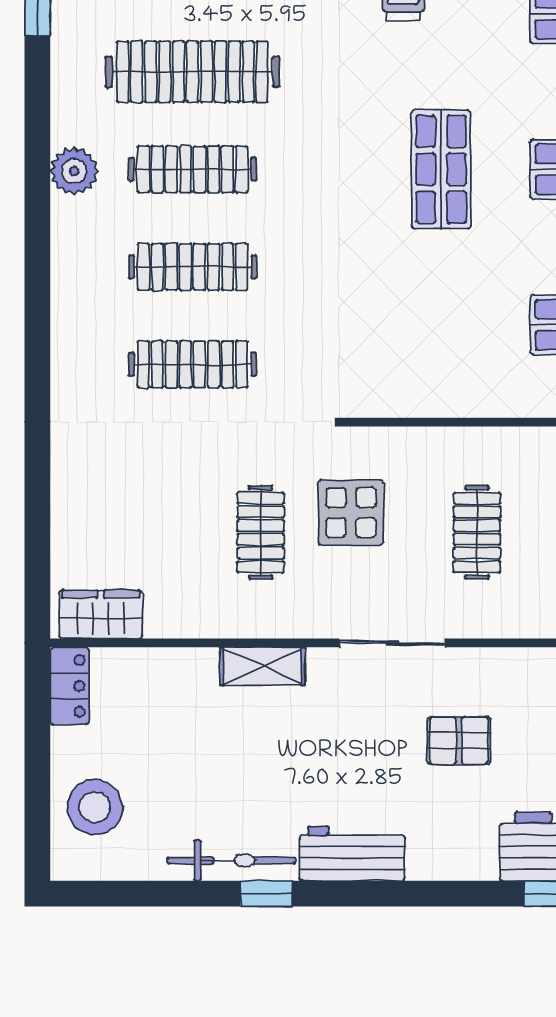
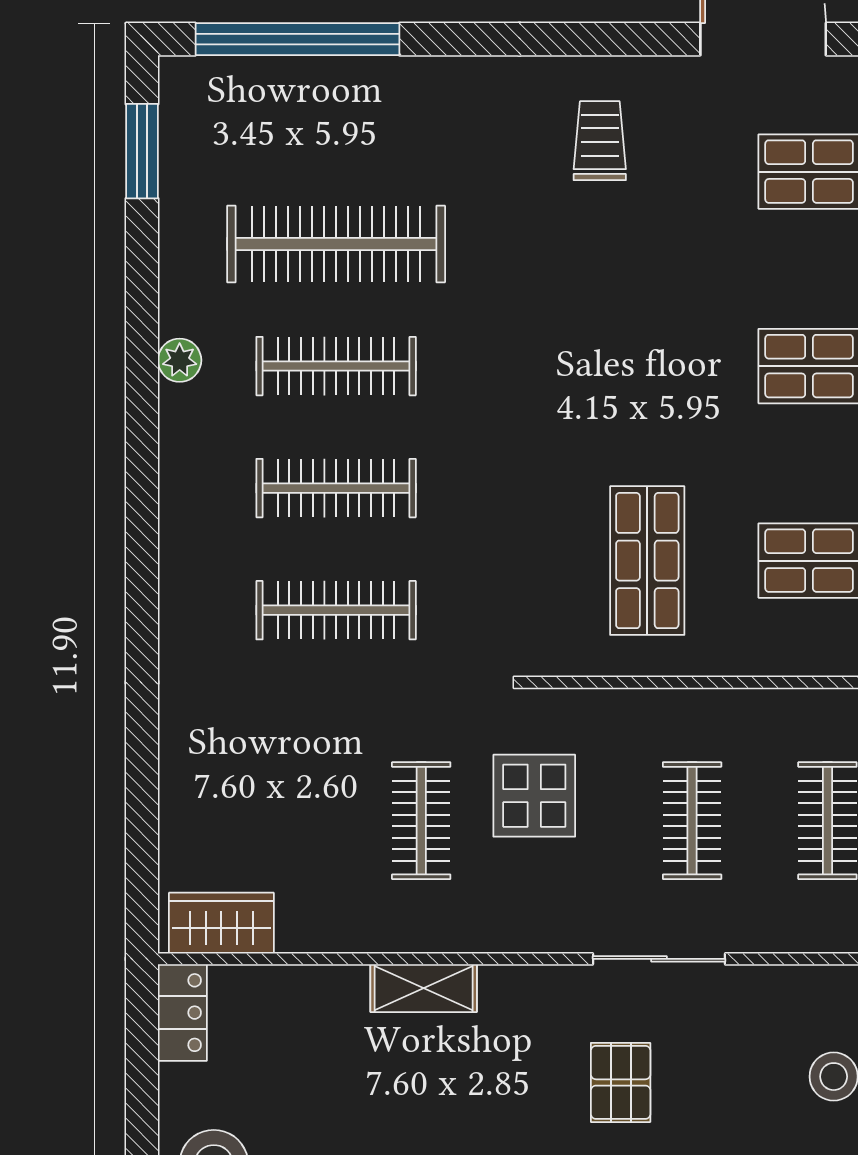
shop shelf: (441, 169) -> (647, 561), moved
plant: (74, 171) -> (180, 360), width x0.73, depth x0.73
sliding door: (392, 643) -> (659, 959), moved
pallet: (459, 741) -> (621, 1082), moved, turned 90

